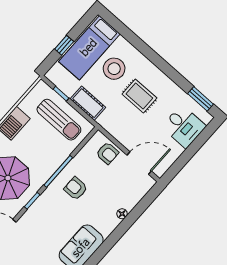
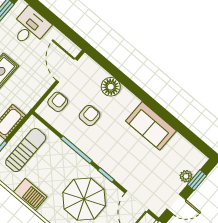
armchair: (76, 188) -> (89, 116), moved, turned 180
floor lamp: (122, 214) -> (111, 87), width x1.89, depth x1.89

